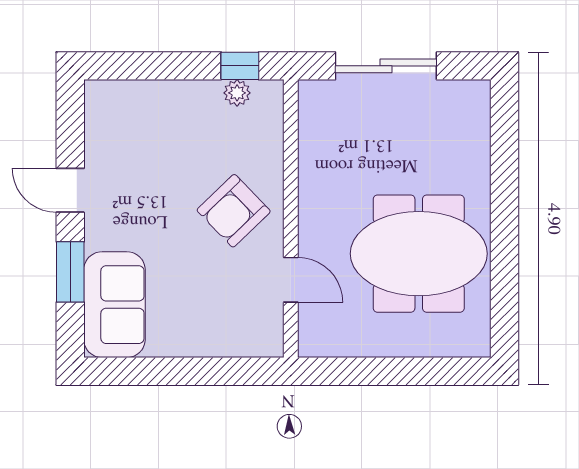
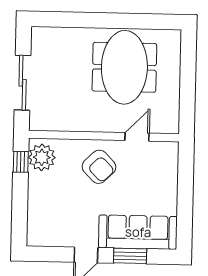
plant: (237, 93) -> (42, 157), width x1.87, depth x1.87
sofa: (114, 305) -> (138, 232), width x1.36

